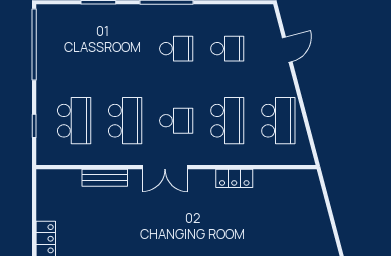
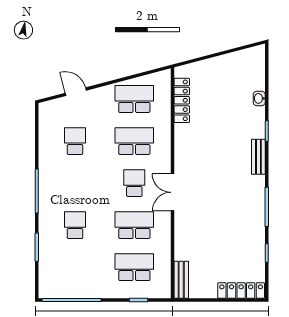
school desk: (176, 49) -> (75, 225), moved
double door: (165, 167) -> (173, 192), swing flipped
bench: (105, 178) -> (181, 280), moved
locker: (234, 178) -> (182, 100), moved, width x1.53

